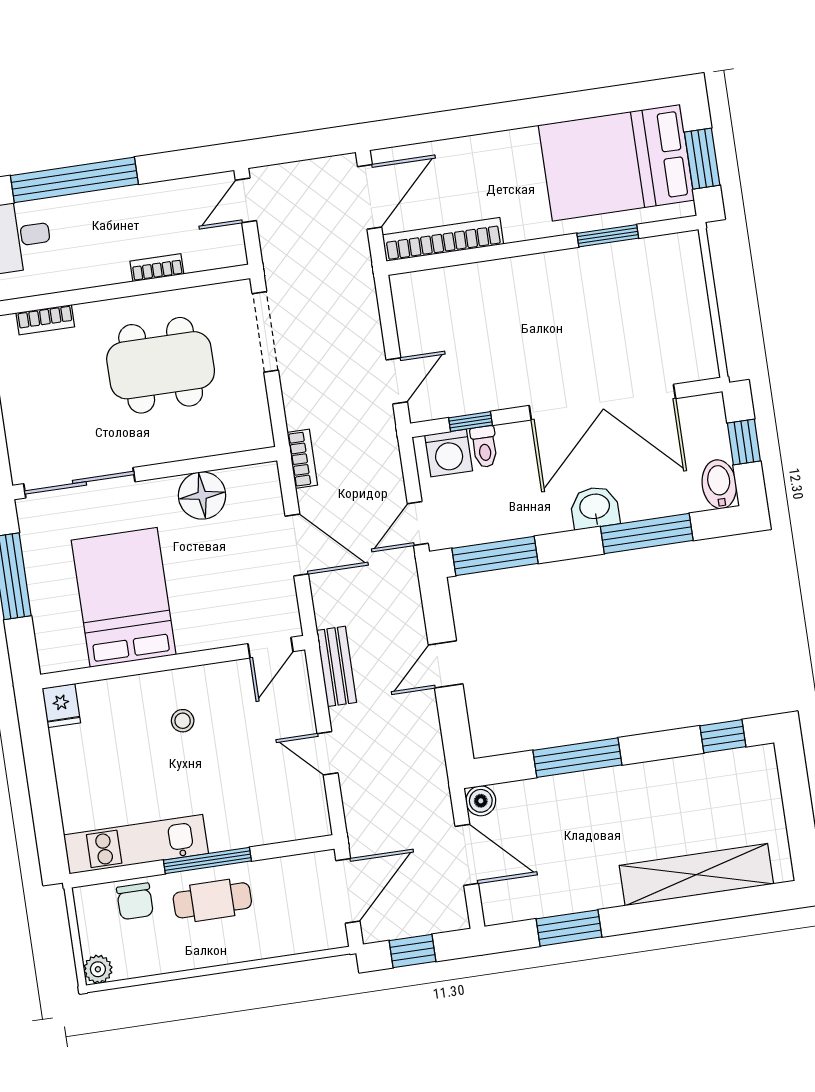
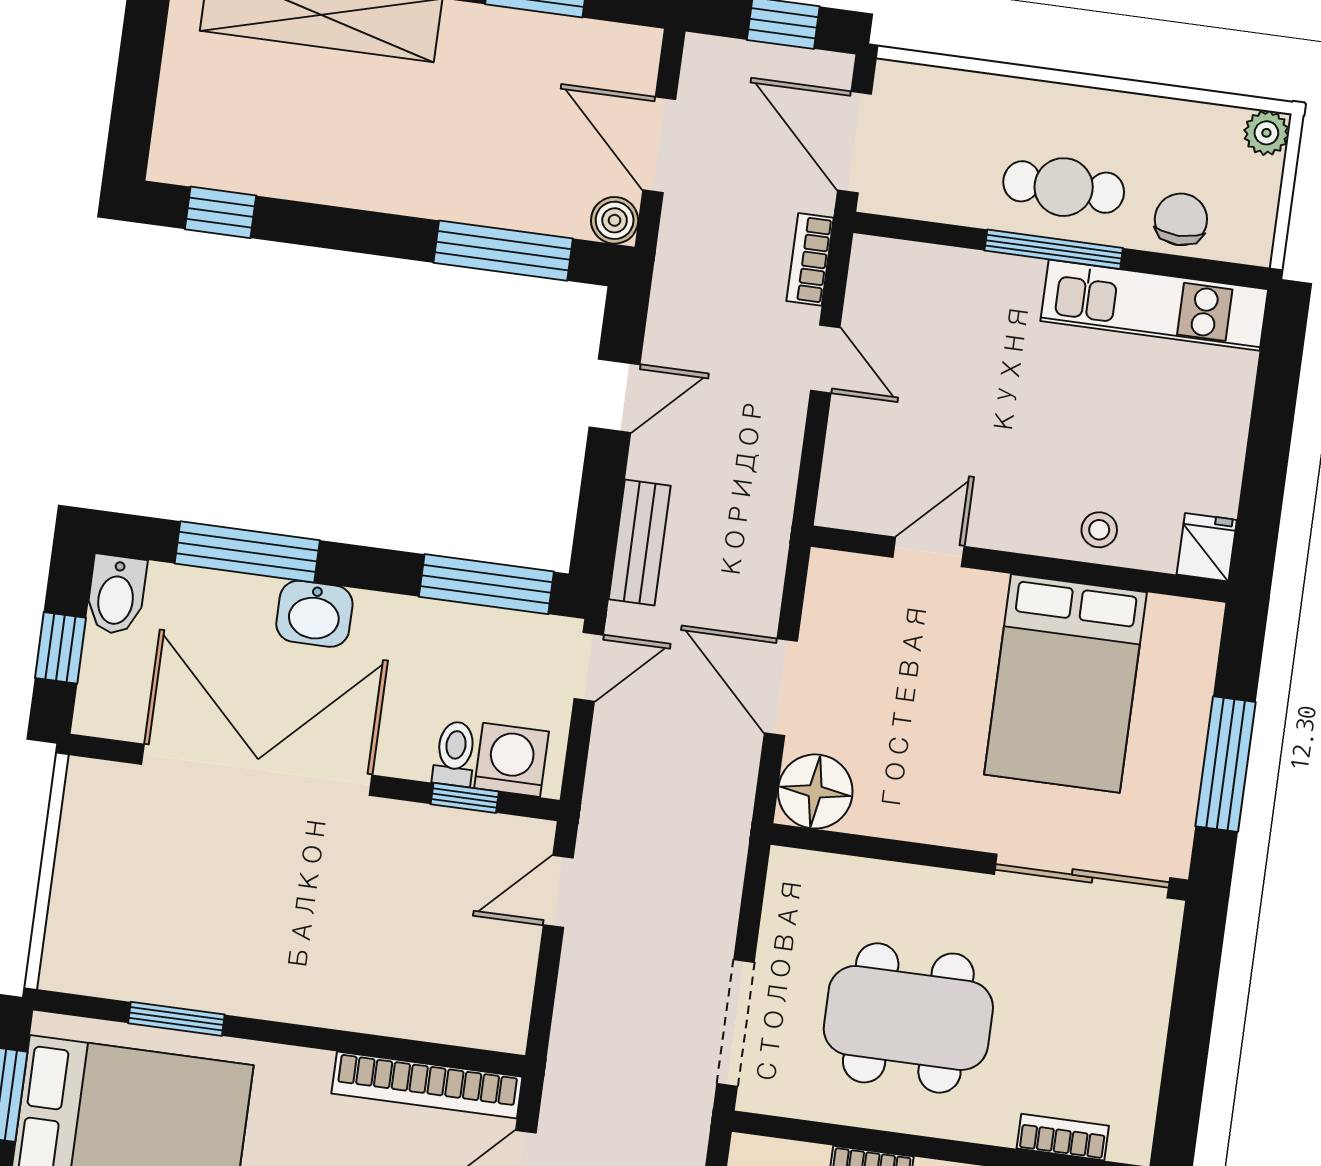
bookcase: (302, 459) -> (810, 259), moved
floor lamp: (202, 495) -> (815, 791), moved
door: (270, 648) -> (929, 552), moved
door: (446, 664) -> (615, 396), moved
bench: (336, 666) -> (640, 542), moved
stool: (183, 721) -> (1099, 530), moved
window: (577, 758) -> (503, 251), moved
door: (348, 891) -> (855, 142), hinge flipped

